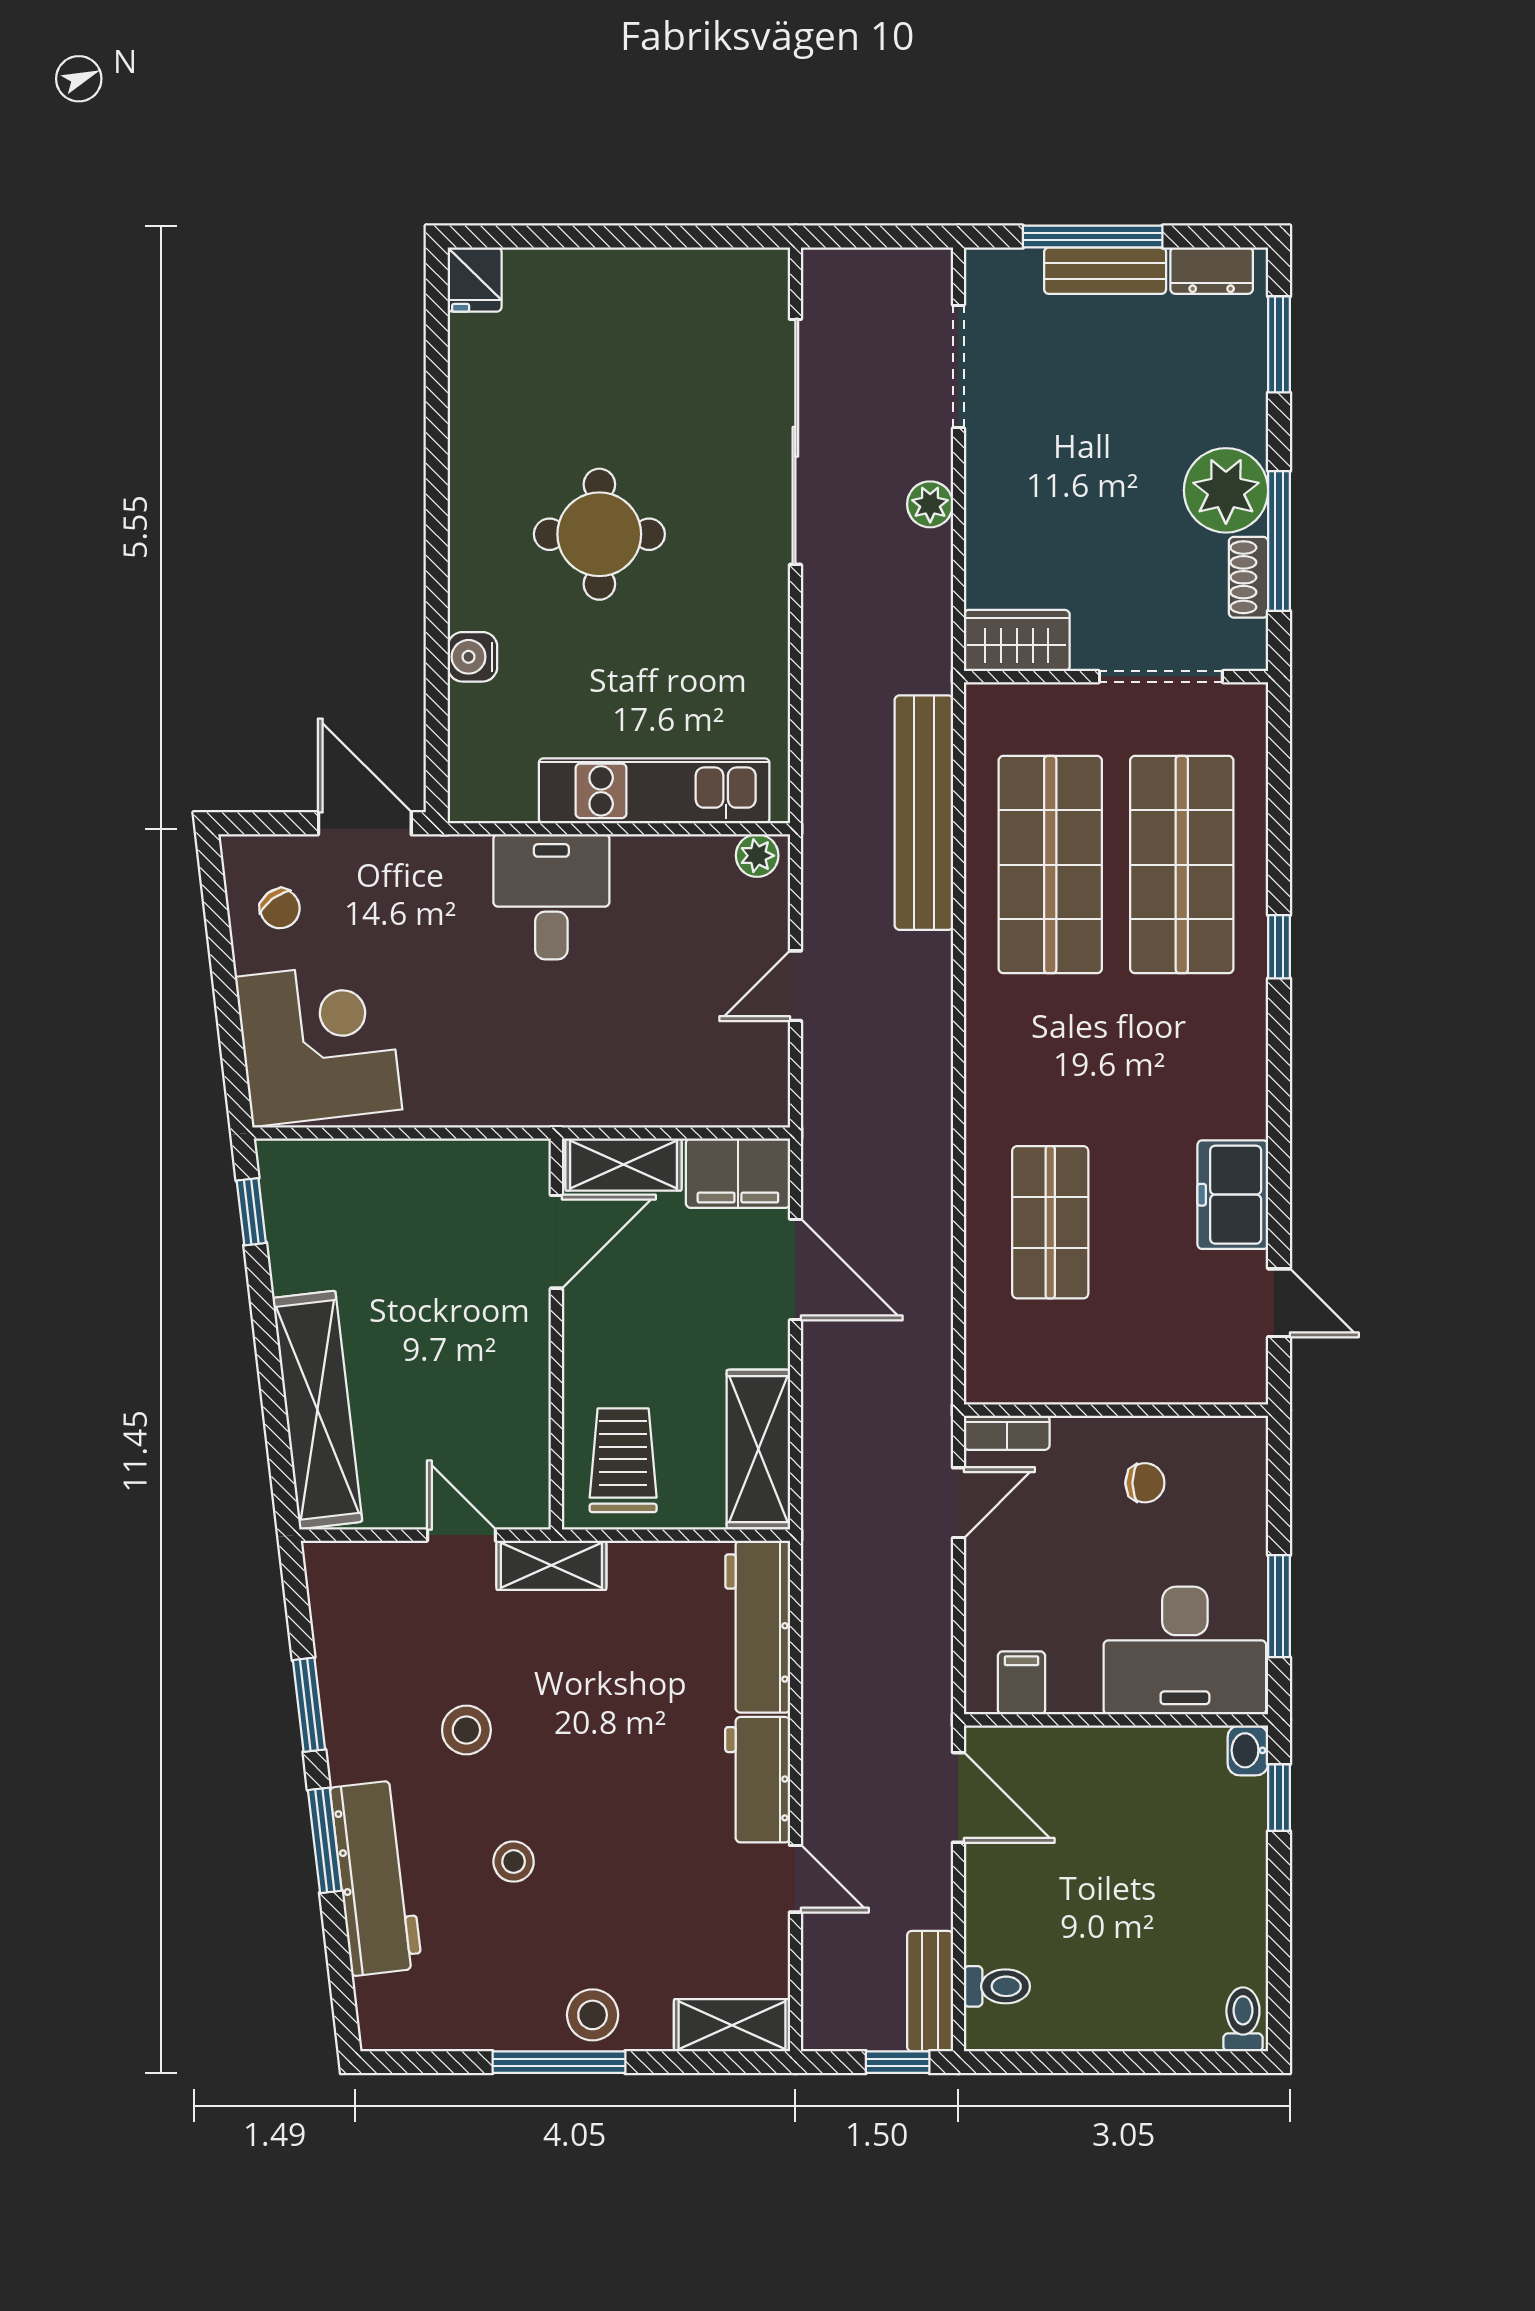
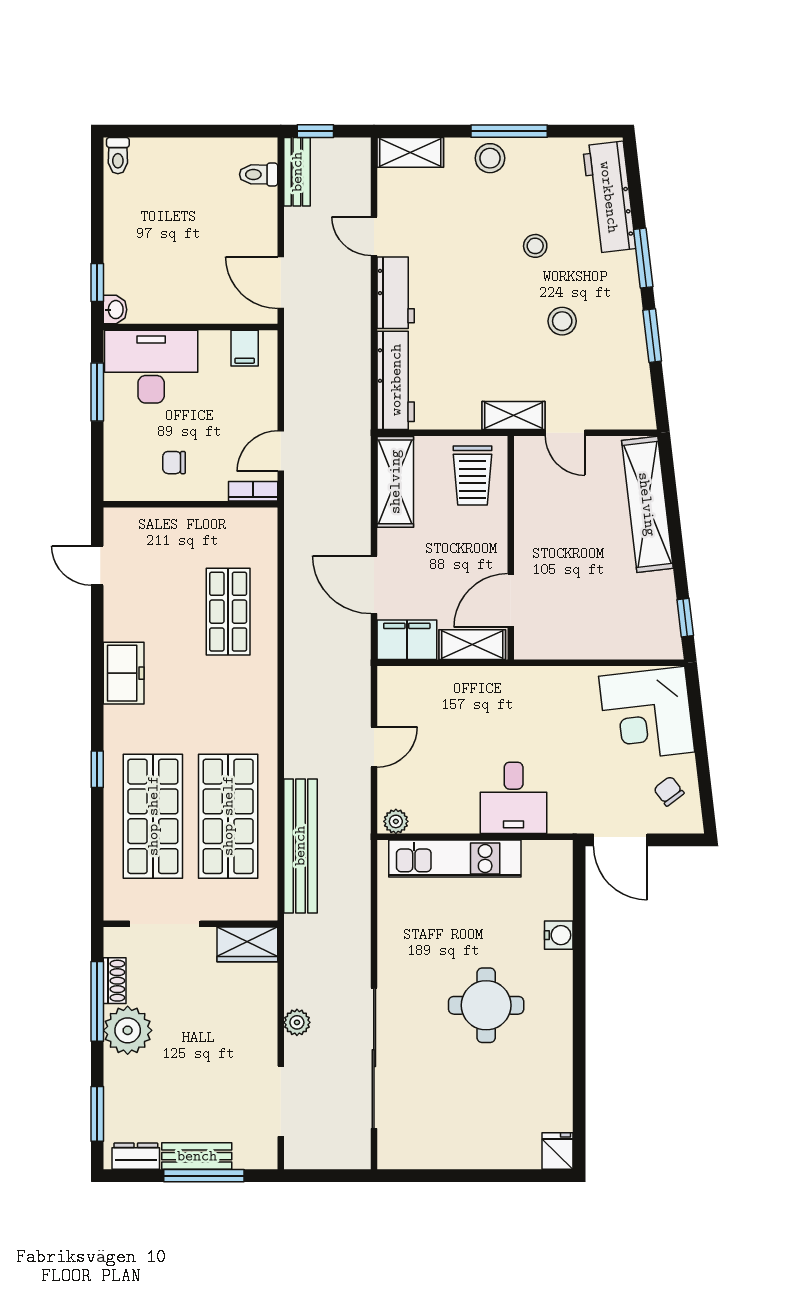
freezer: (1233, 1195) -> (124, 673), moved
workbench: (376, 1878) -> (609, 197), moved

